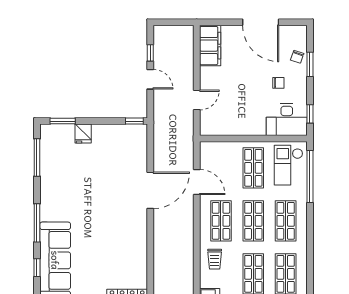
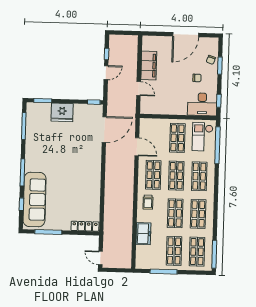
door: (261, 22) -> (186, 35), hinge flipped
filing cabinet: (210, 46) -> (149, 66), moved
door: (150, 79) -> (106, 73), hinge flipped
door: (197, 100) -> (139, 89), hinge flipped
fridge: (83, 134) -> (62, 112), width x1.88, depth x1.34
door: (150, 190) -> (104, 130), moved

